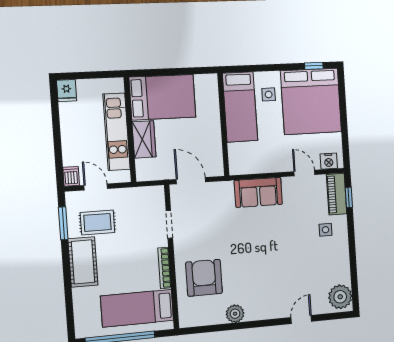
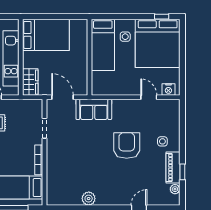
wardrobe: (144, 139) -> (30, 82), moved
sofa: (258, 192) -> (94, 109), moved
piano: (337, 194) -> (173, 167), moved
window: (349, 197) -> (182, 172), moved
armchair: (204, 278) -> (127, 146), moved
plant: (340, 297) -> (175, 189), width x0.53, depth x0.53

